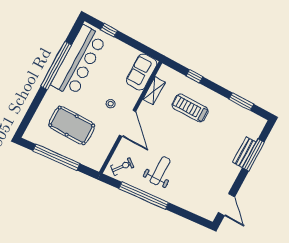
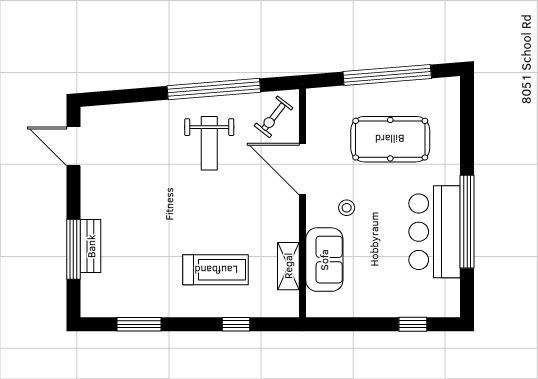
bar counter: (79, 61) -> (435, 232), width x0.73
sofa: (142, 72) -> (324, 260), moved
door: (128, 123) -> (302, 169), moved

